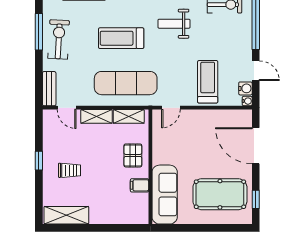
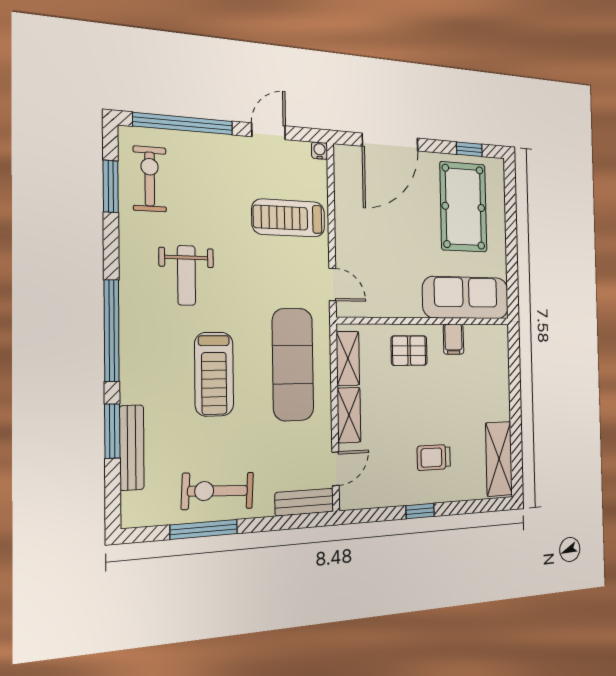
water cooler: (245, 88) -> (299, 152), removed
trolley: (70, 170) -> (434, 457), turned -90

